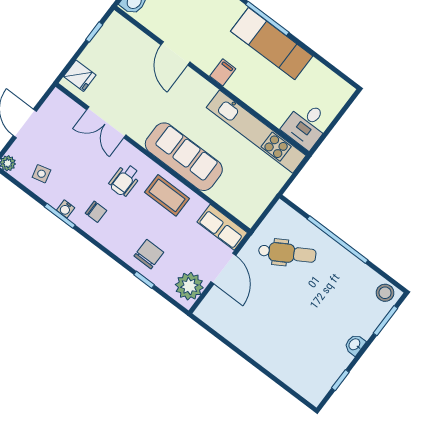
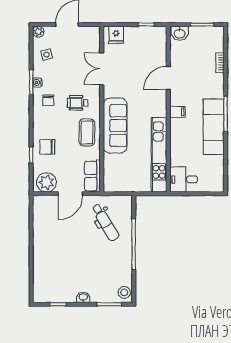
chair: (149, 254) -> (47, 147), turned 180

